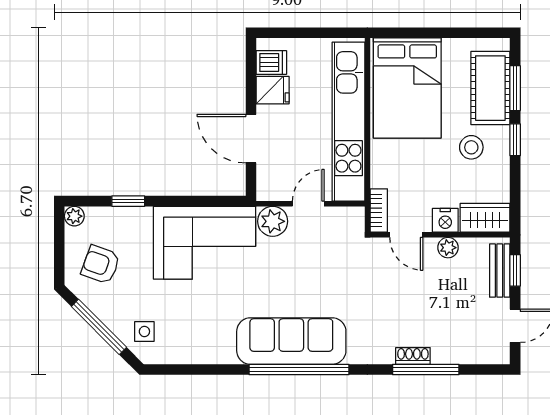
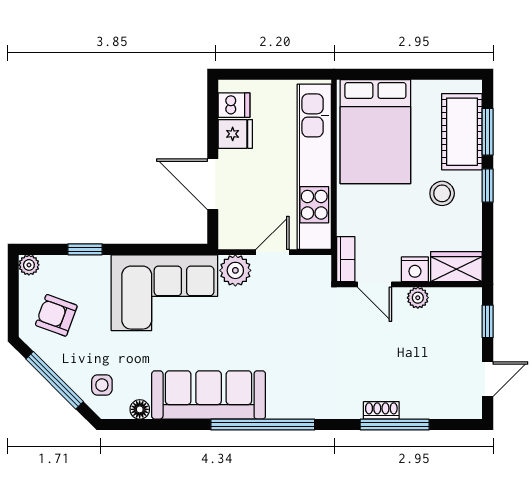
bench: (500, 271) -> (472, 322), removed
sofa: (291, 341) -> (209, 395), moved
floor lamp: (181, 355) -> (140, 409), added

